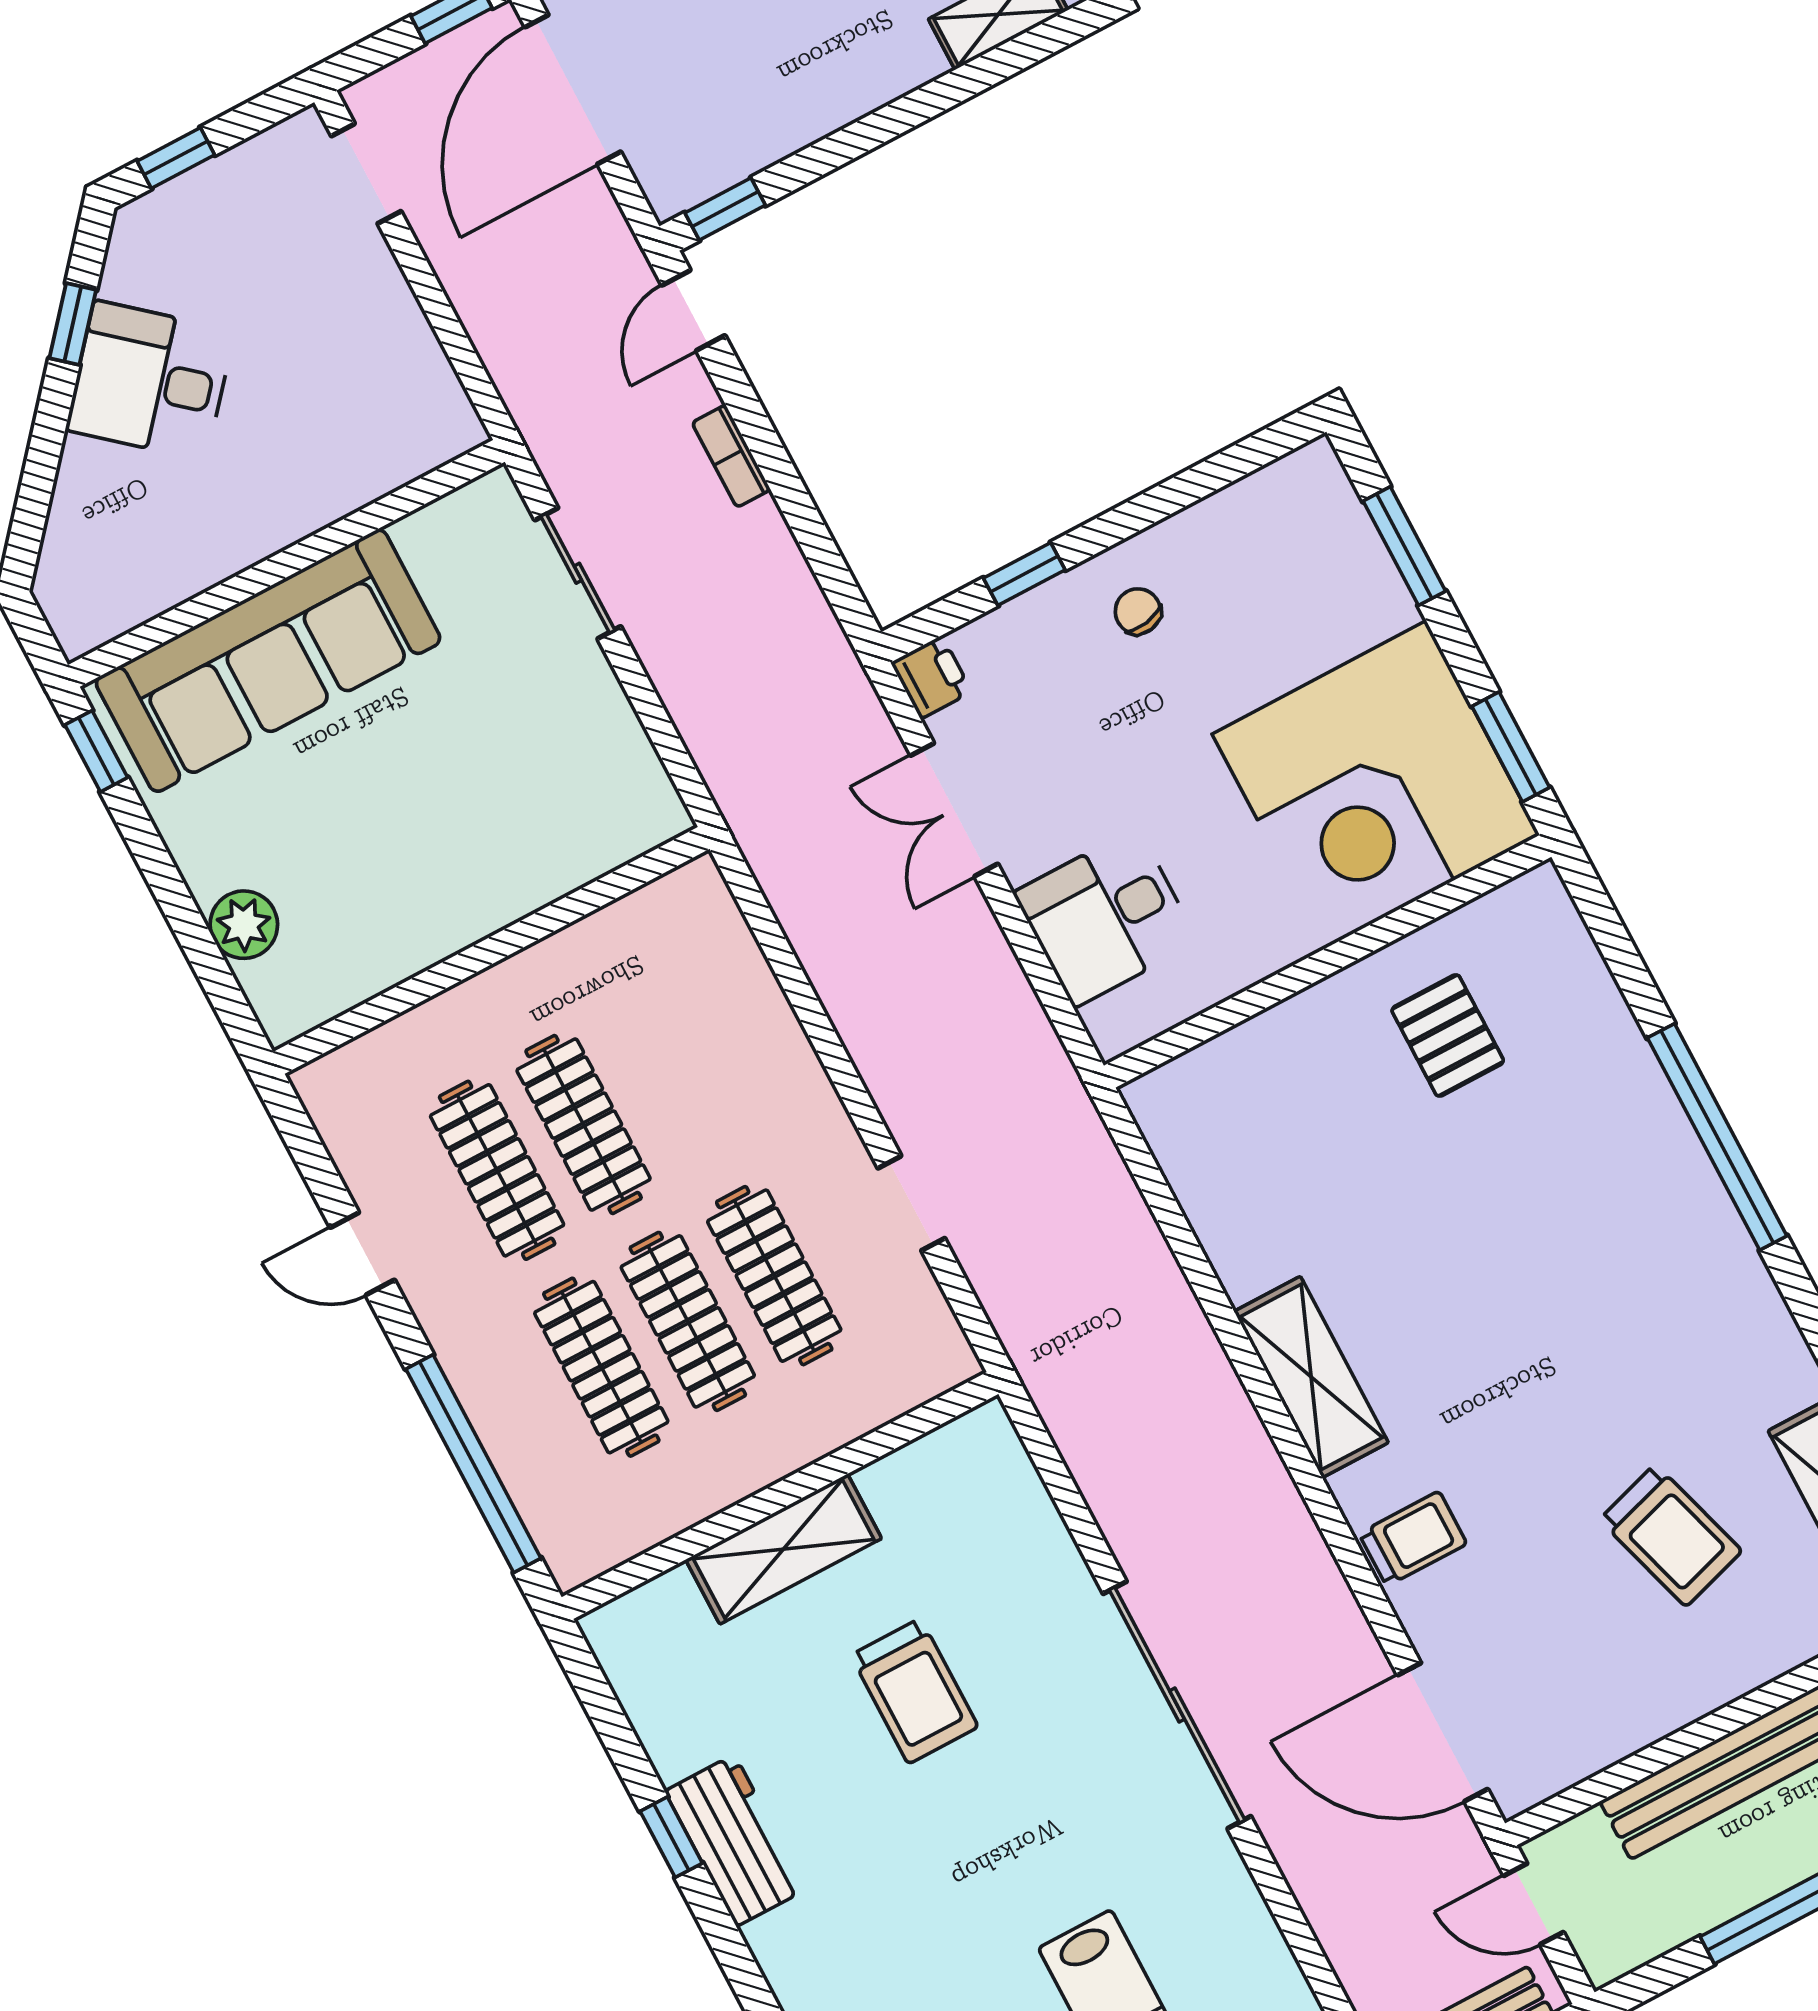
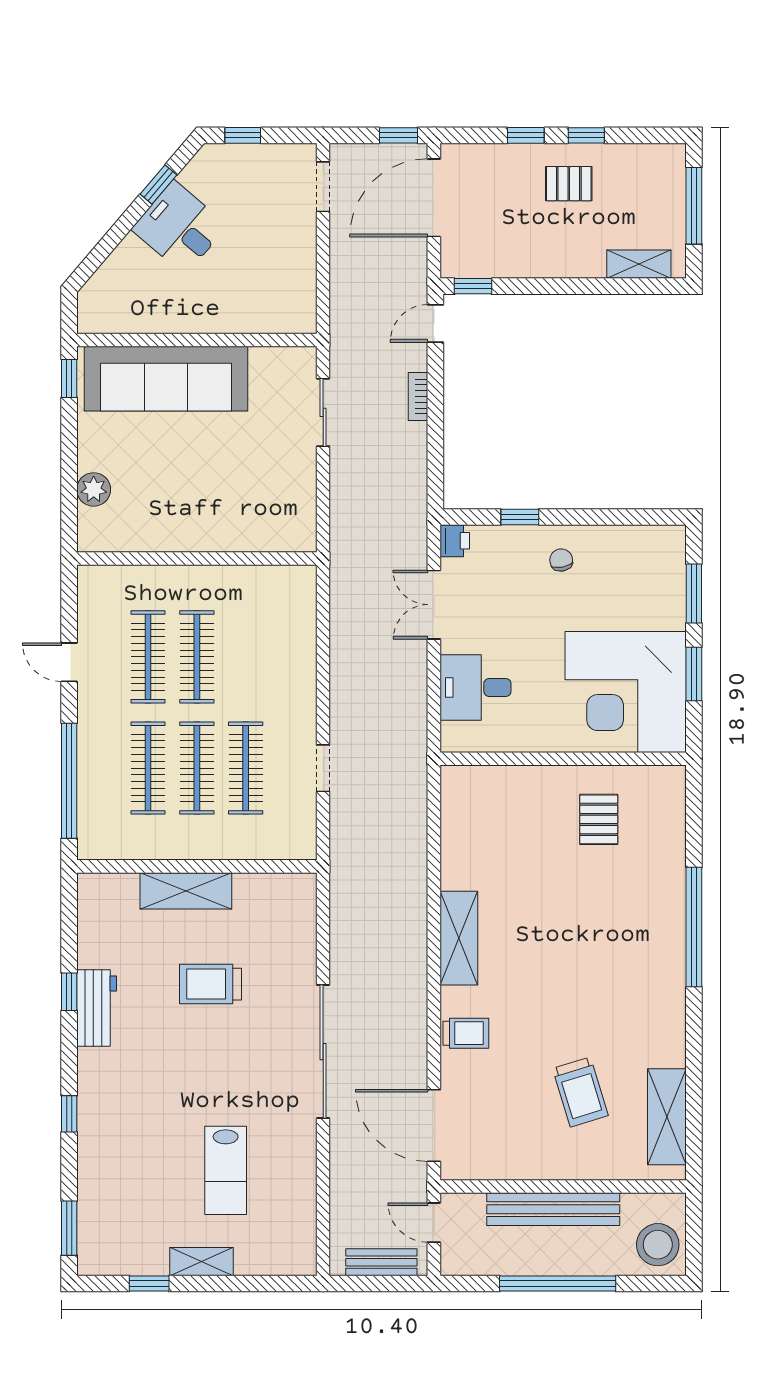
window: (1511, 747) -> (694, 674), moved
trolley: (914, 1691) -> (210, 984), turned 90

